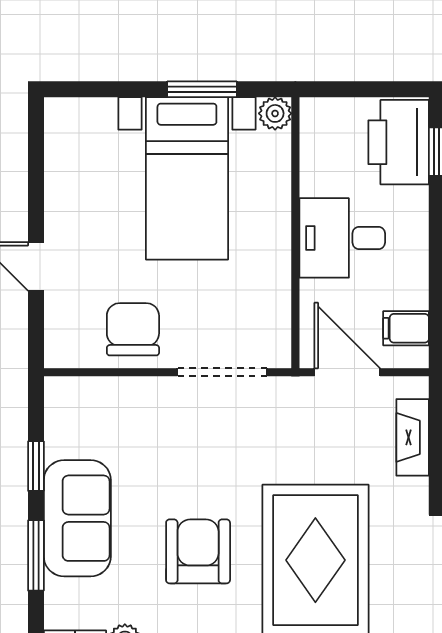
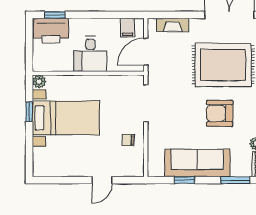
window: (202, 89) -> (29, 112), width x0.67
chair: (133, 329) -> (128, 140), width x0.54, depth x0.54
sofa: (77, 518) -> (197, 163), width x1.36
window: (36, 555) -> (235, 180), moved

